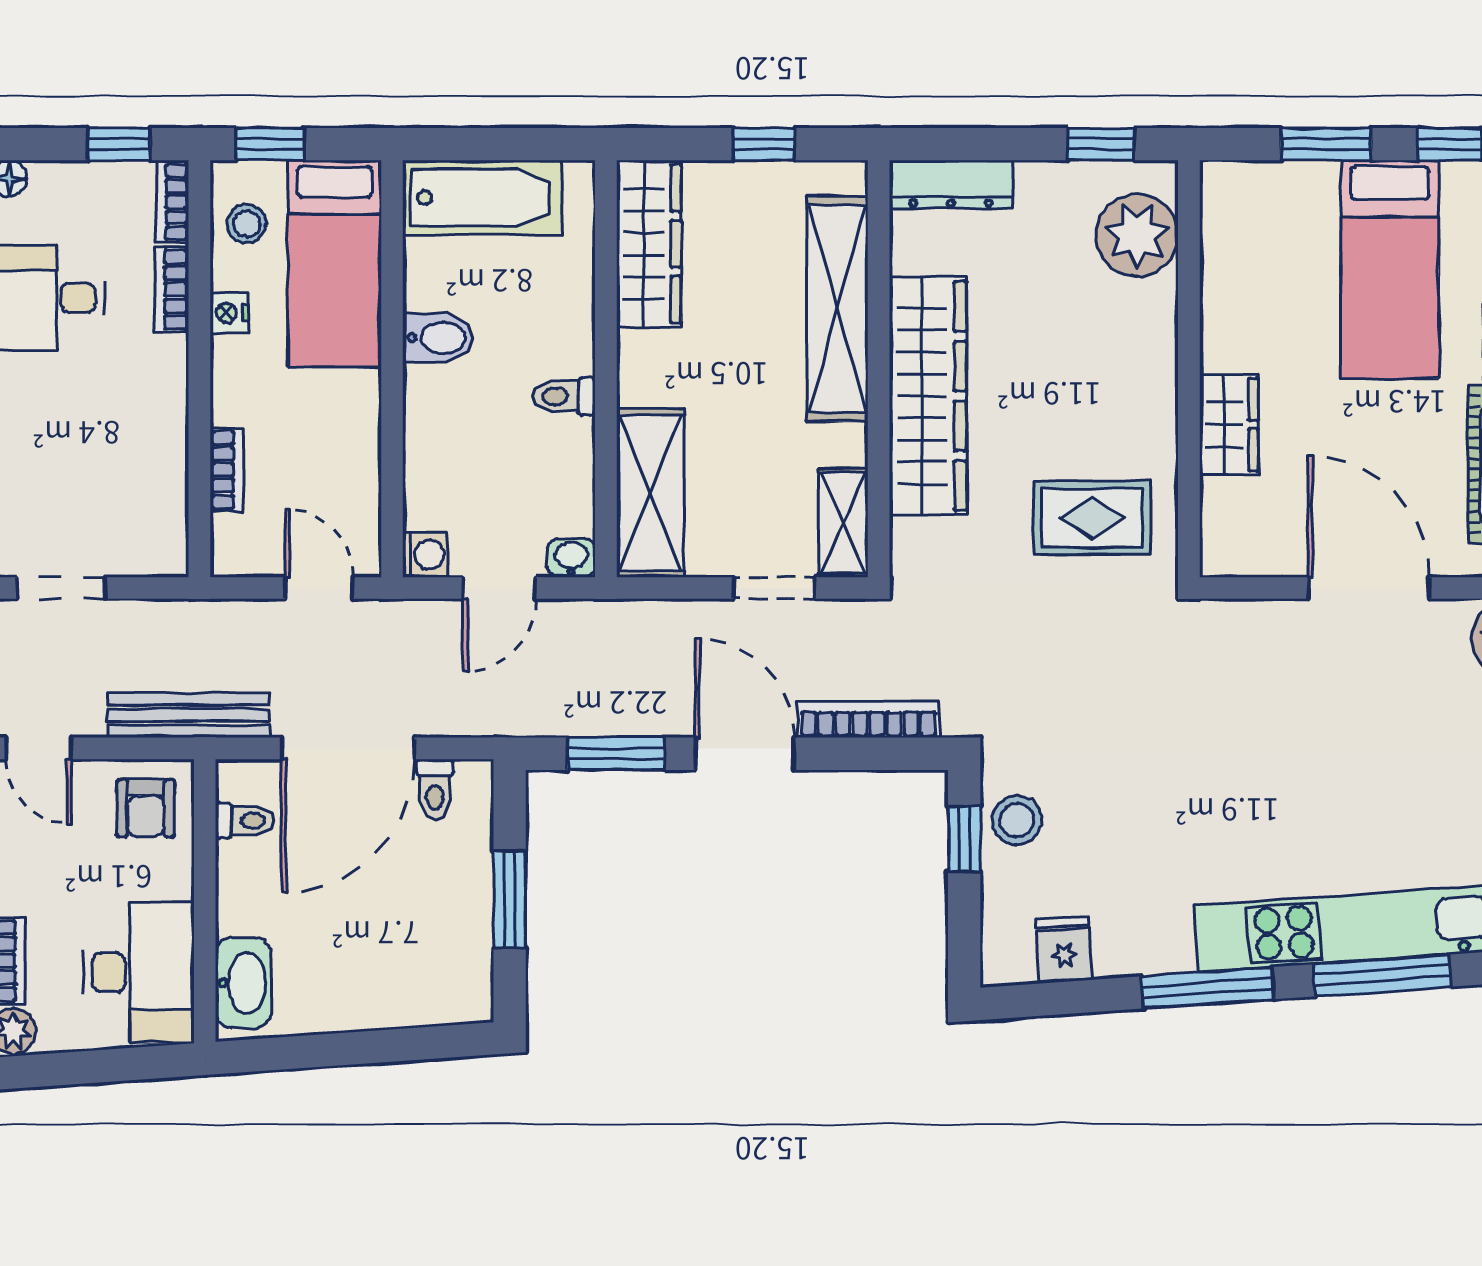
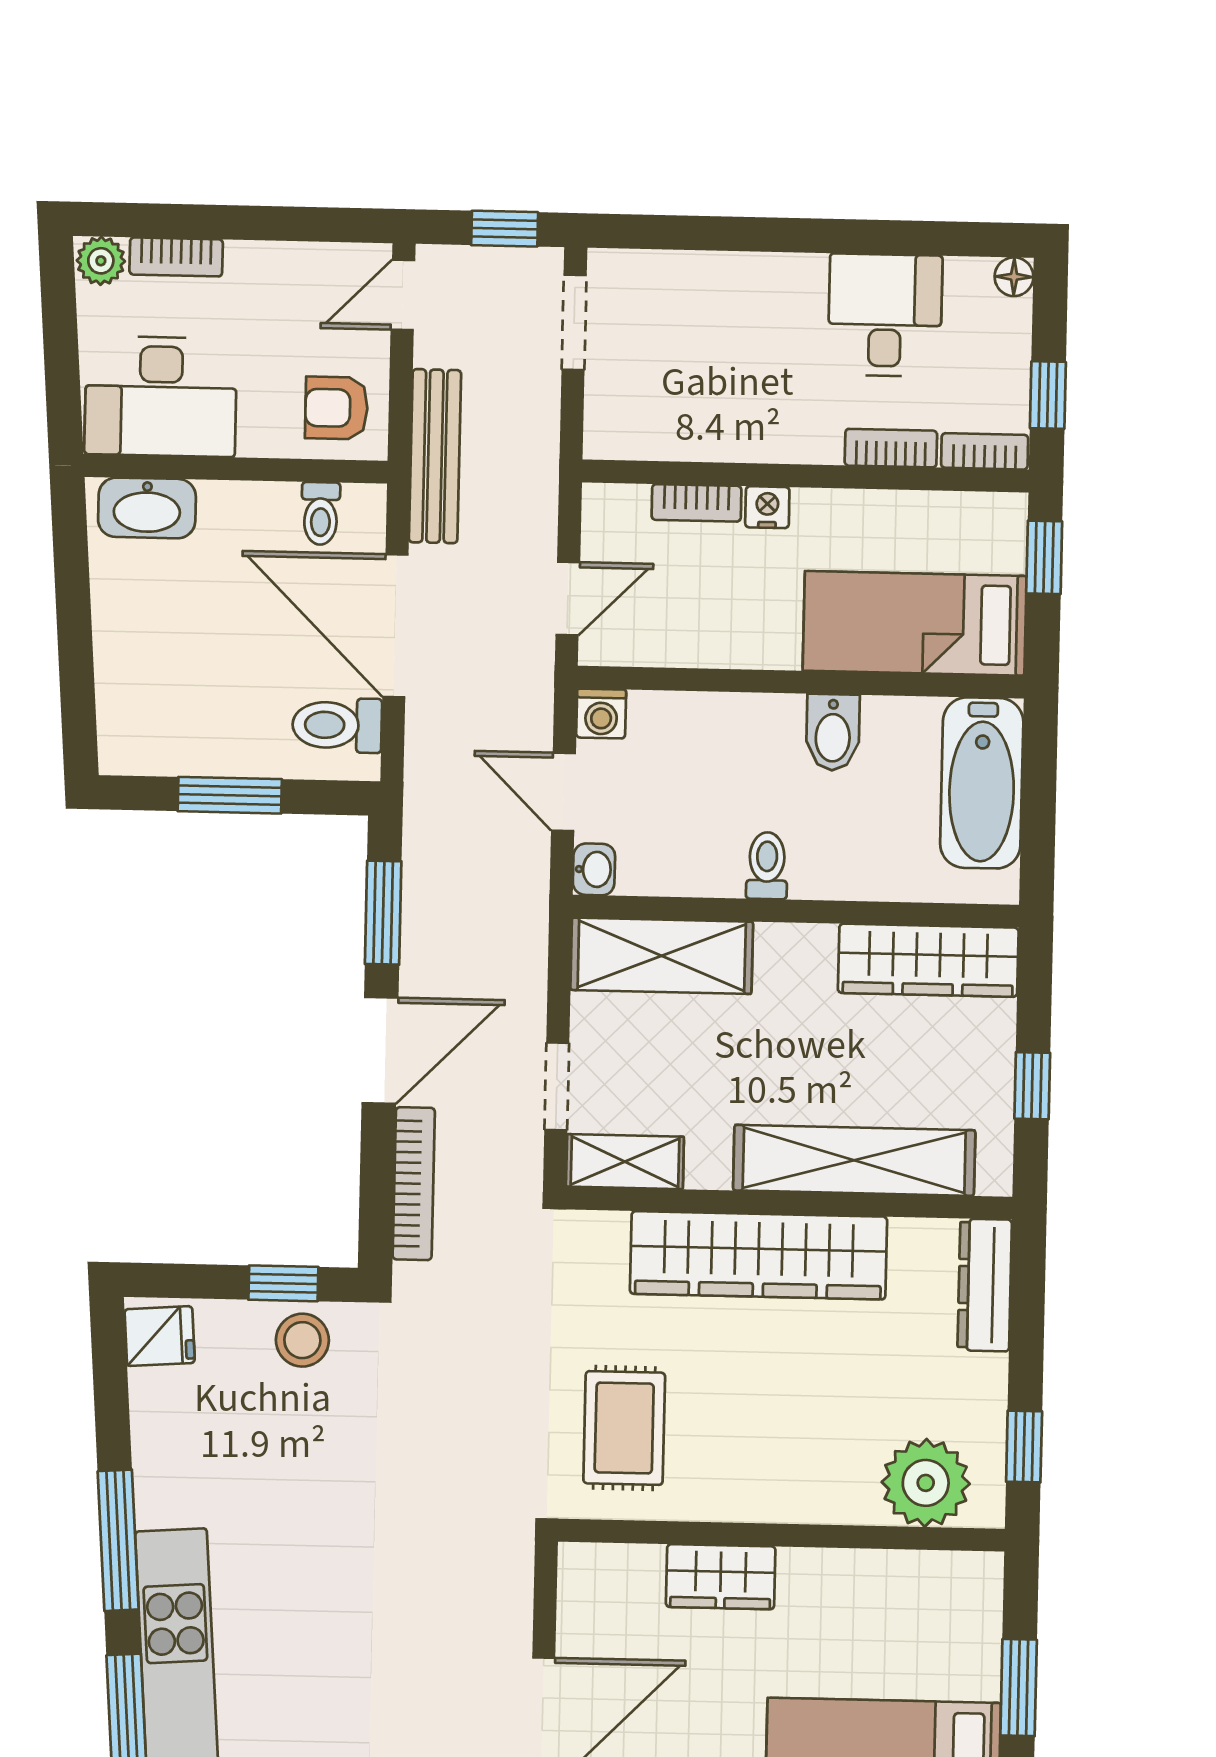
stool: (247, 224) -> (959, 530), removed
nightstand: (229, 313) -> (767, 507), moved
toilet: (435, 789) -> (337, 725), width x1.37, depth x1.39
fridge: (1064, 950) -> (160, 1336), moved

